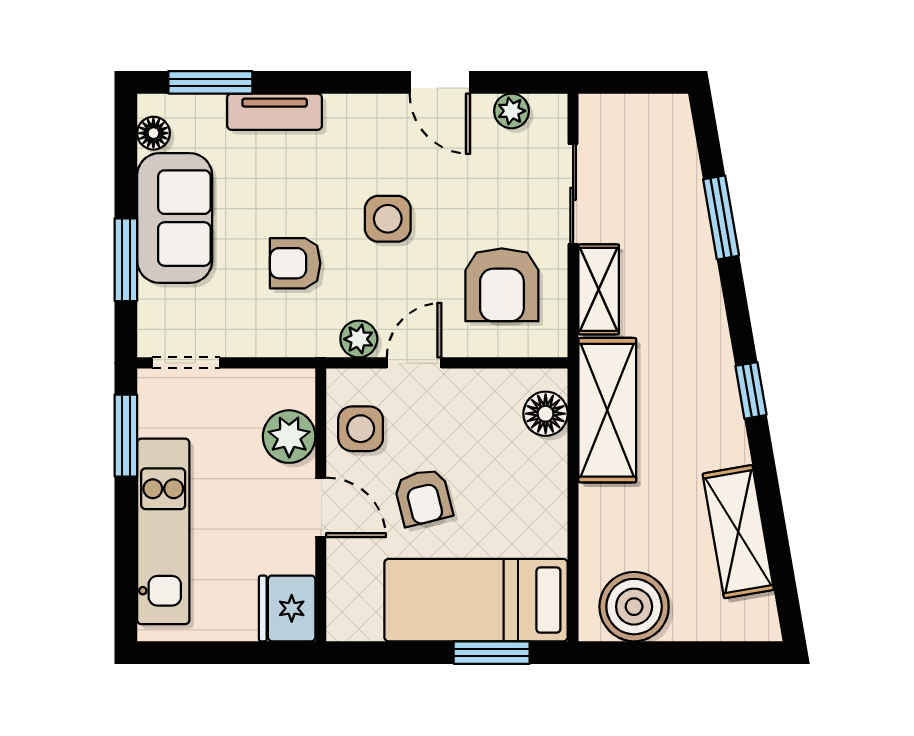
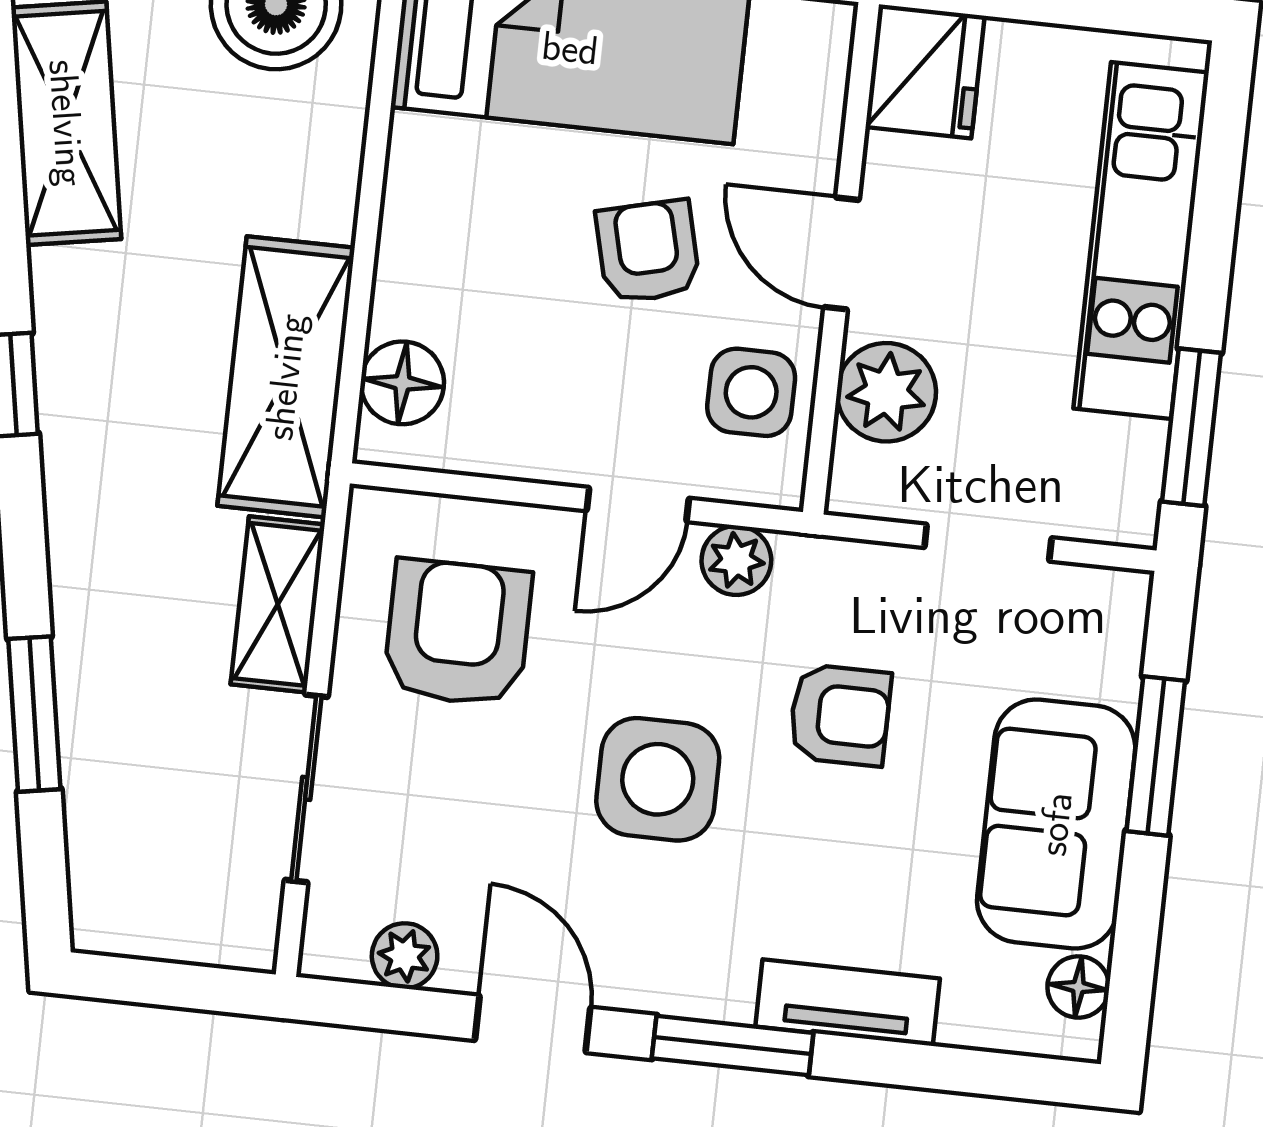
window: (210, 82) -> (733, 1046), moved
side table: (388, 219) -> (658, 779), width x1.37, depth x1.37
doorway: (186, 363) -> (988, 543), moved

